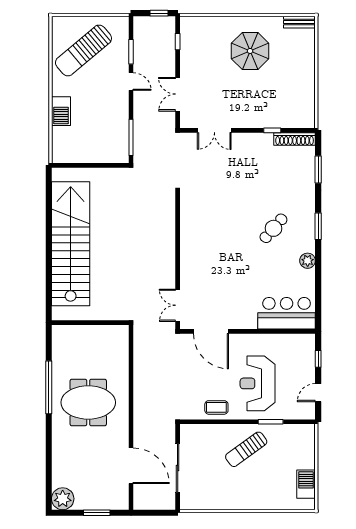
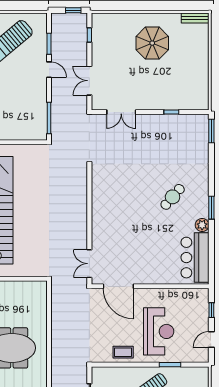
shoe rack: (295, 139) -> (191, 119), removed
window: (318, 169) -> (211, 131), moved
window: (318, 226) -> (211, 208), moved
bar counter: (287, 313) -> (195, 258), moved, turned -90
reception desk: (257, 383) -> (159, 331), turned 180

